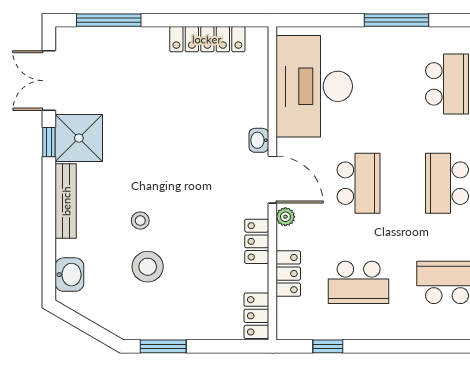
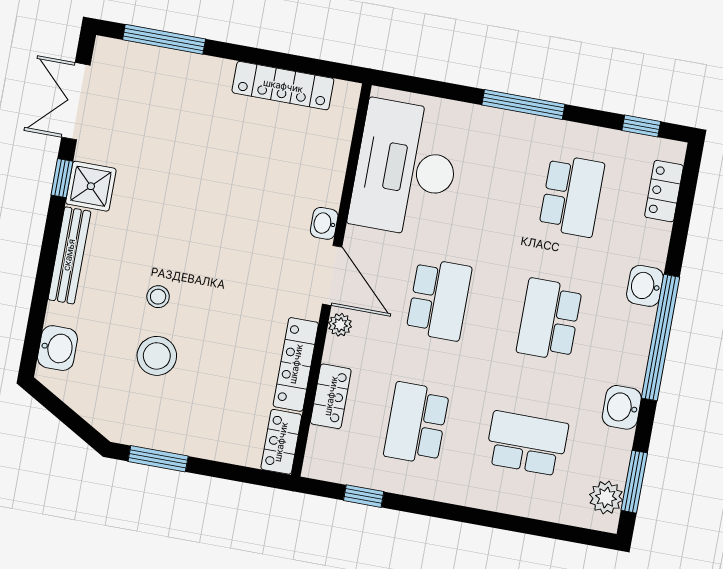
shower: (79, 138) -> (91, 186), width x0.73, depth x0.73
locker: (257, 241) -> (296, 364), width x1.53
school desk: (359, 282) -> (416, 423), turned 90

